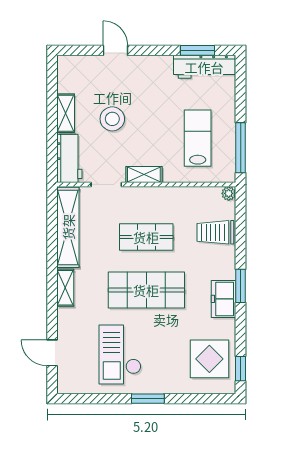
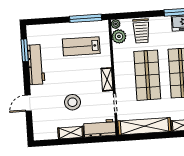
workbench: (204, 67) -> (36, 65), moved
plant: (209, 197) -> (119, 36), added
shop shelf: (146, 237) -> (147, 75), width x1.43, depth x1.36

